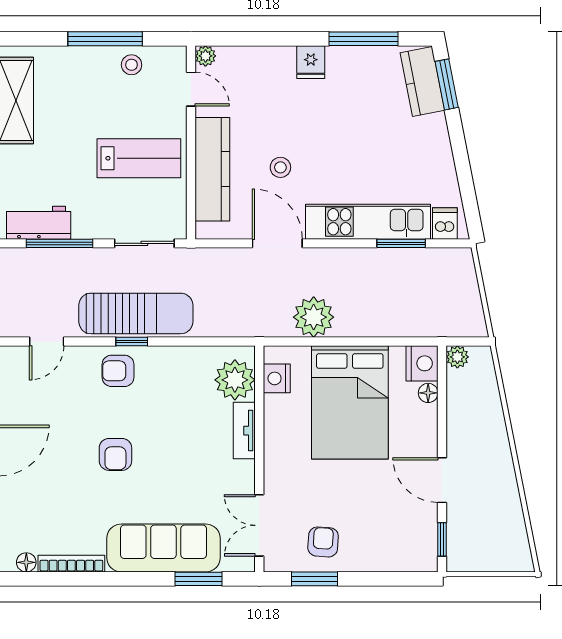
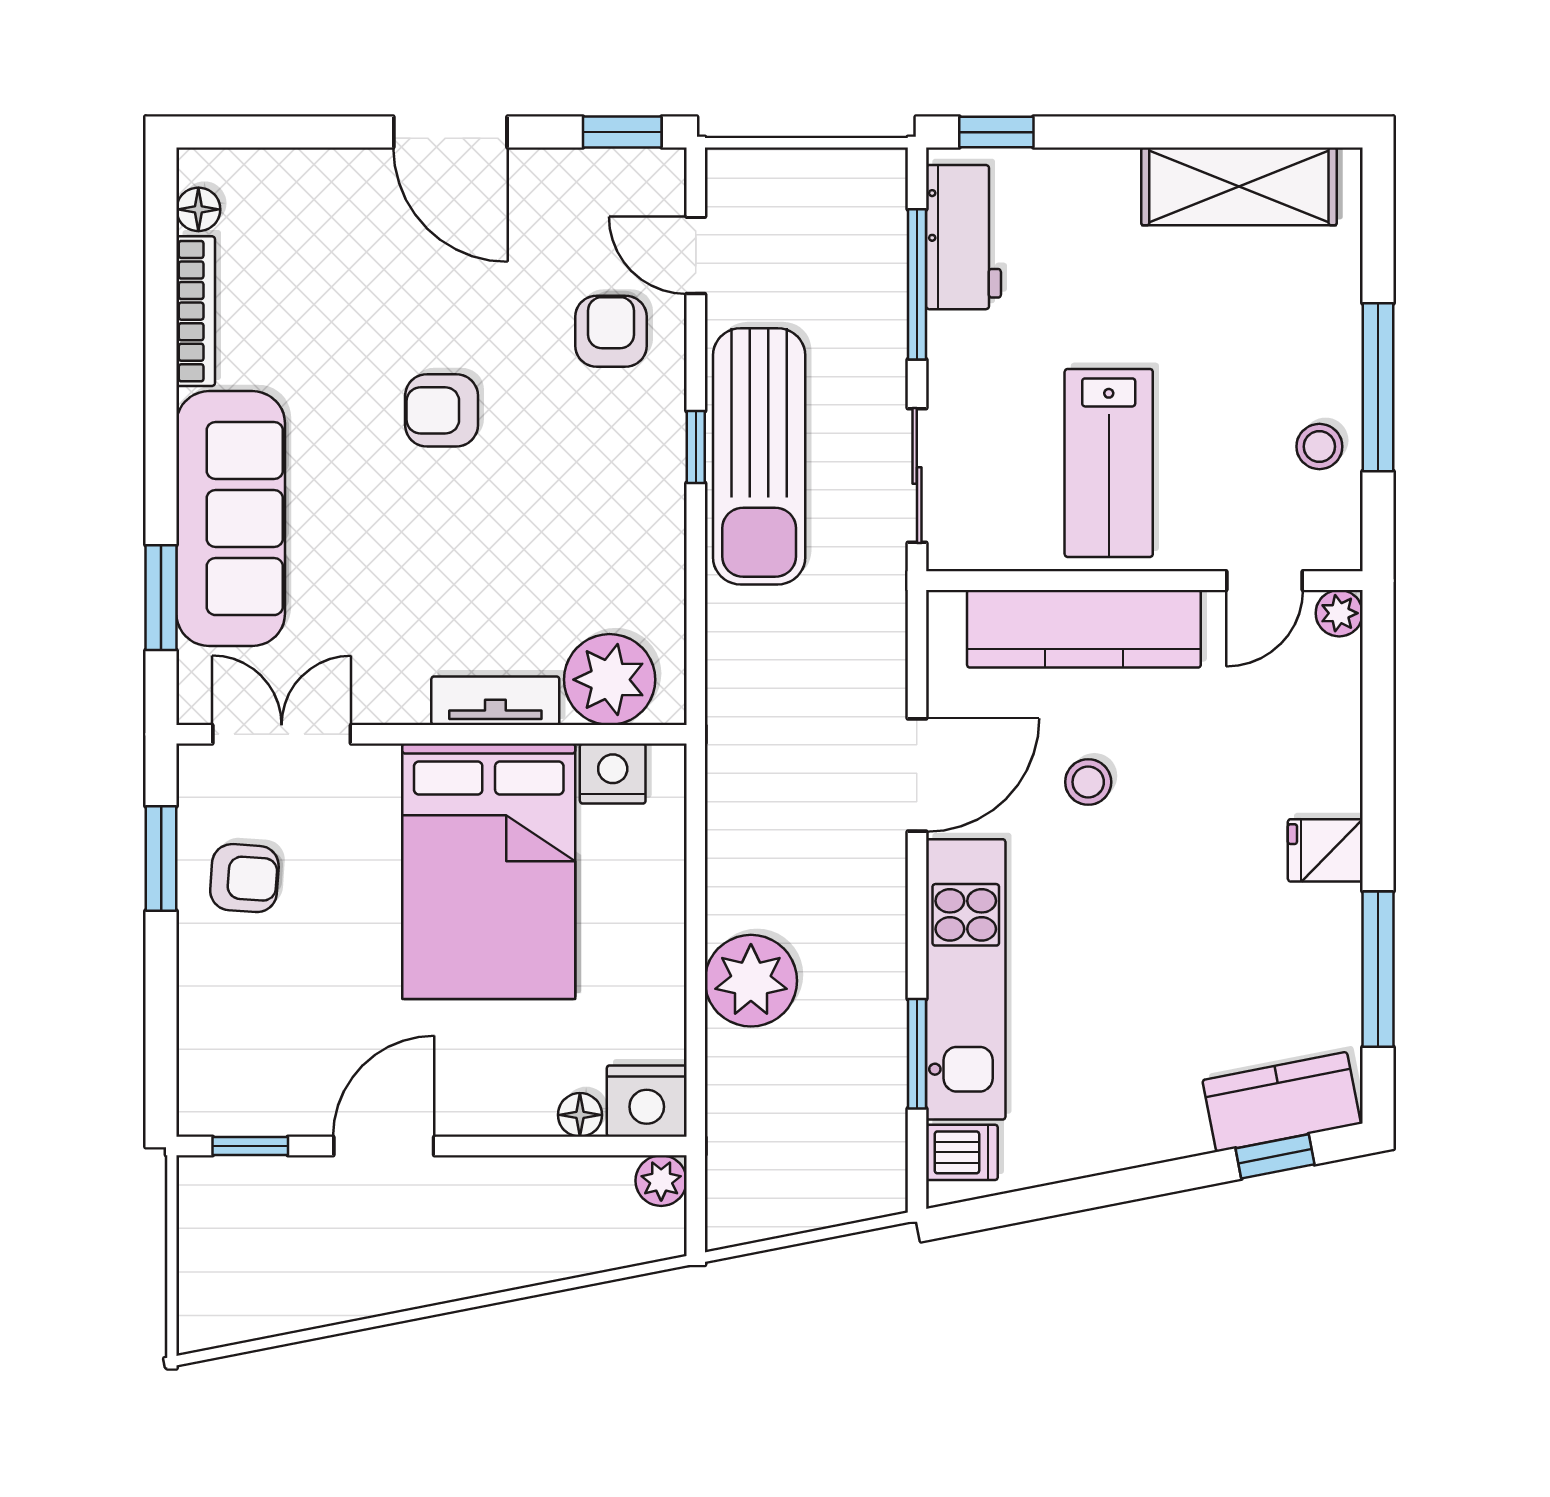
window: (447, 84) -> (1275, 1156), width x0.67
plant: (314, 317) -> (751, 981), moved
armchair: (118, 371) -> (611, 331), moved
bed: (350, 402) -> (489, 871), moved, turned -90

